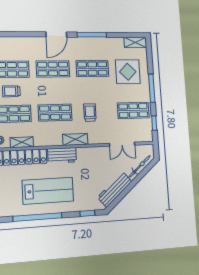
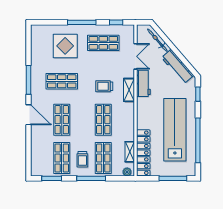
shelving: (135, 42) -> (36, 36), removed
shop shelf: (92, 69) -> (62, 81), turned 90
shop shelf: (133, 110) -> (103, 43), turned 90
shelving: (75, 139) -> (129, 90), moved
workbench: (62, 155) -> (143, 83), moved
lab bench: (48, 191) -> (175, 130), width x1.36

